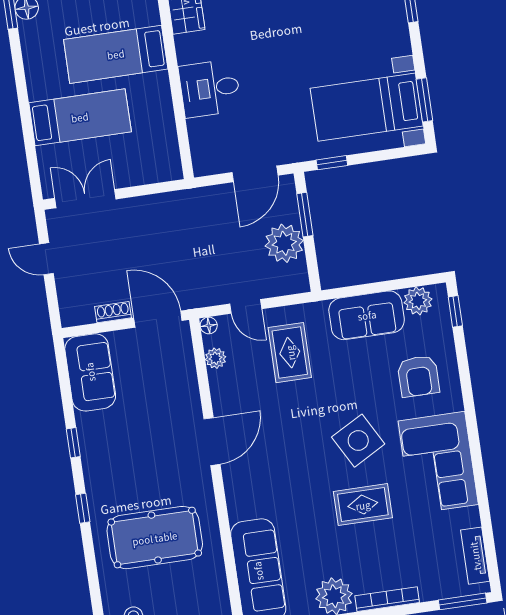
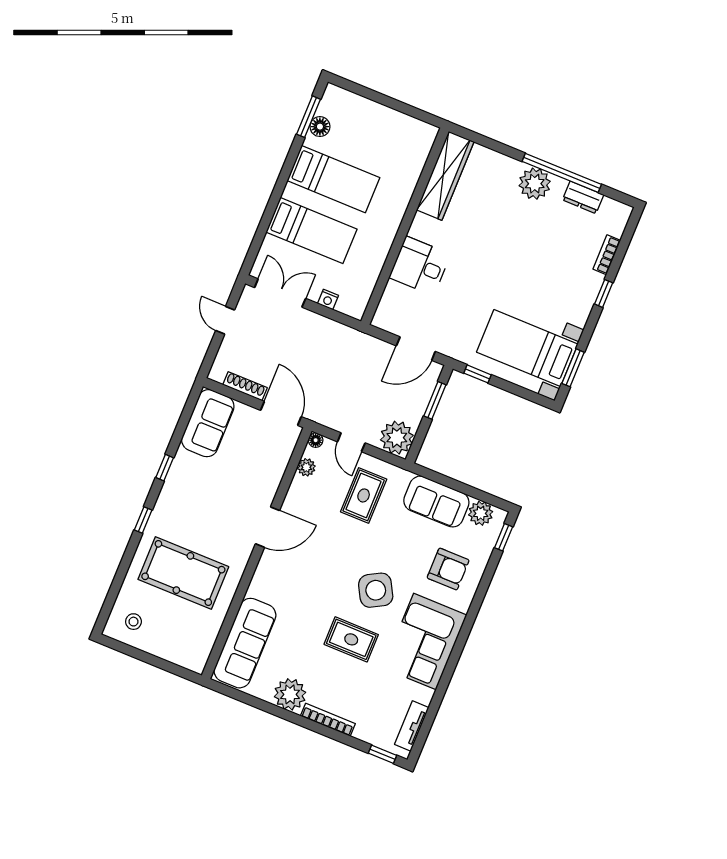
bed: (116, 54) -> (333, 179), moved, turned 180
nightstand: (138, 177) -> (328, 299), added
plant: (284, 243) -> (397, 438), moved
shoe rack: (113, 312) -> (245, 386), width x1.43
armchair: (418, 376) -> (448, 569), turned -90
window: (463, 601) -> (382, 754), width x0.67

